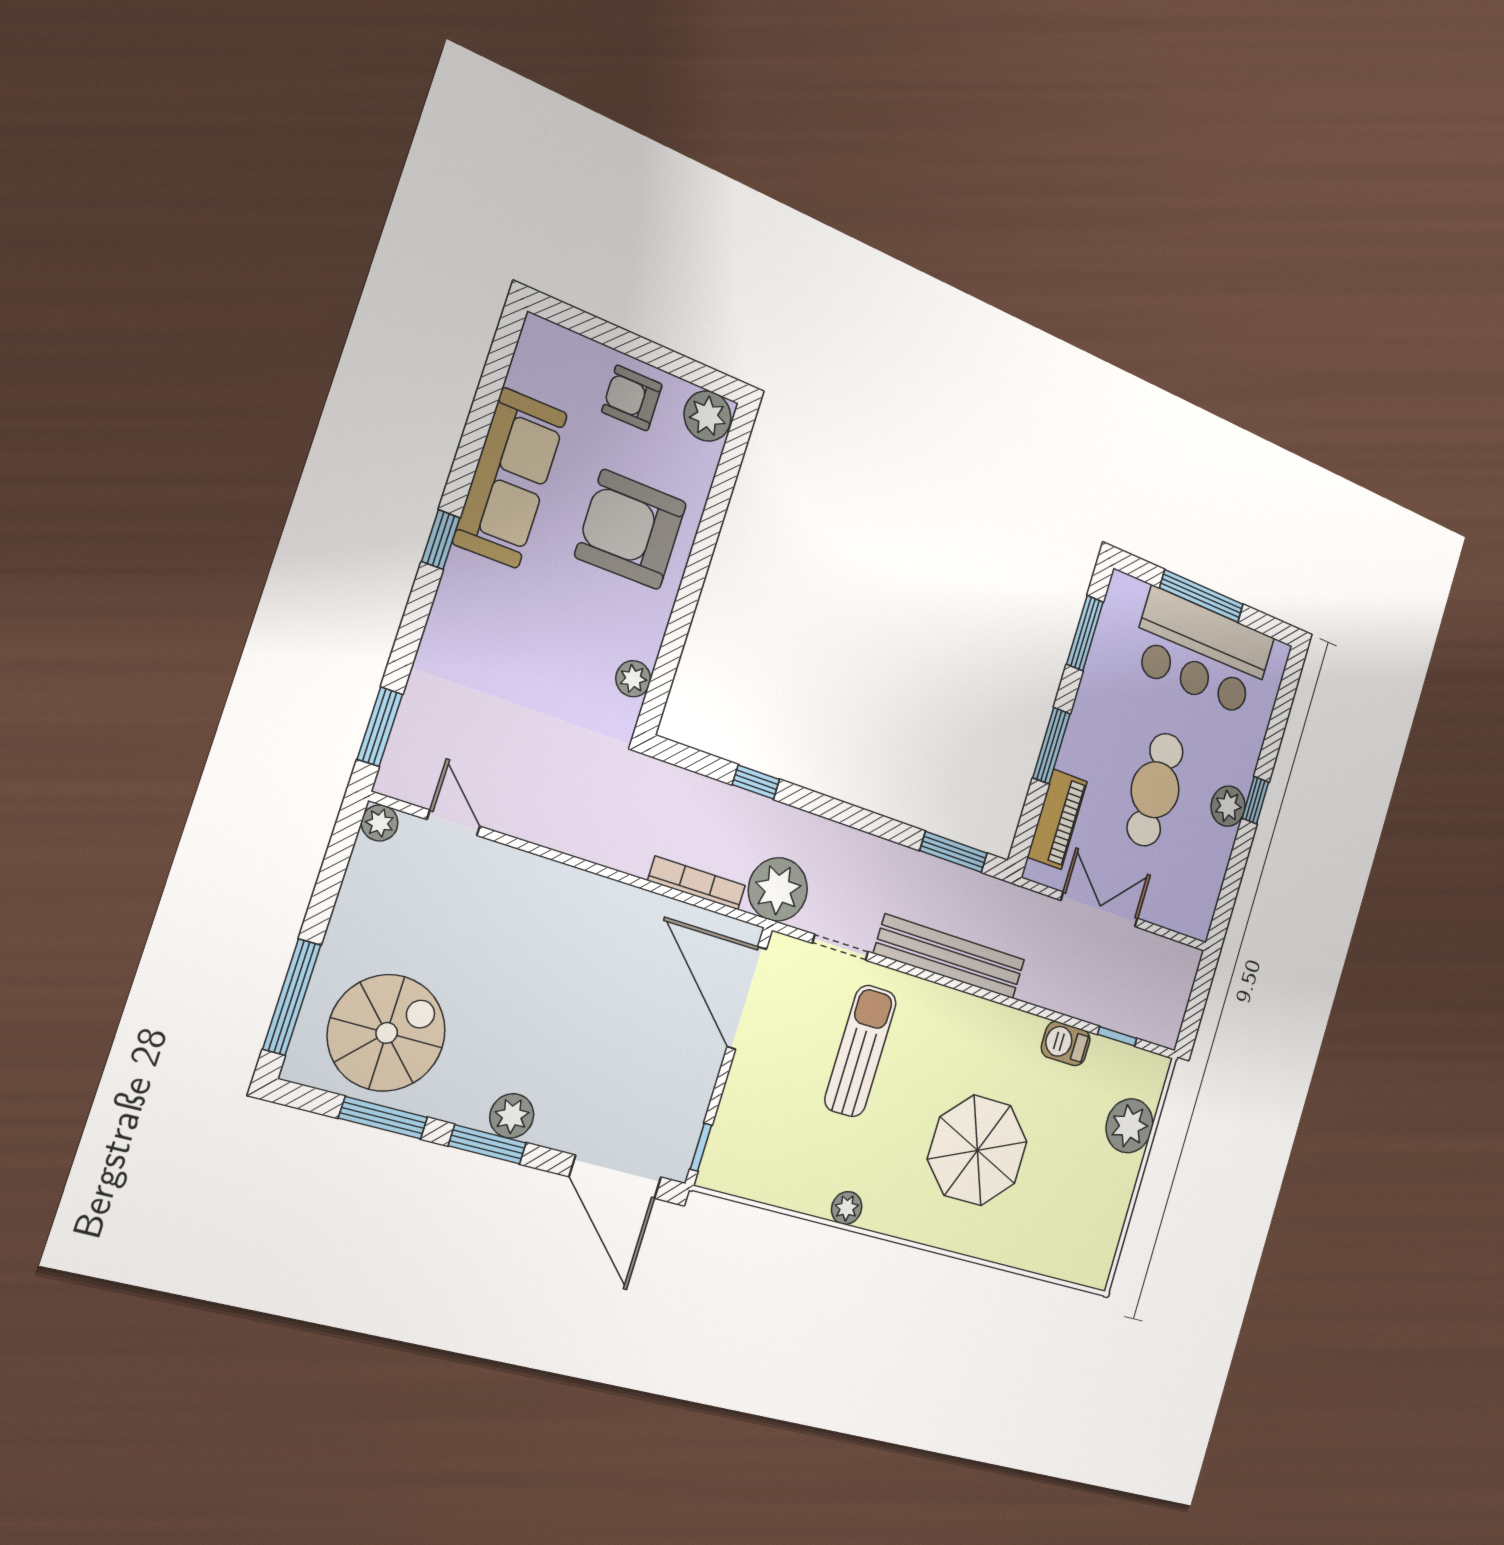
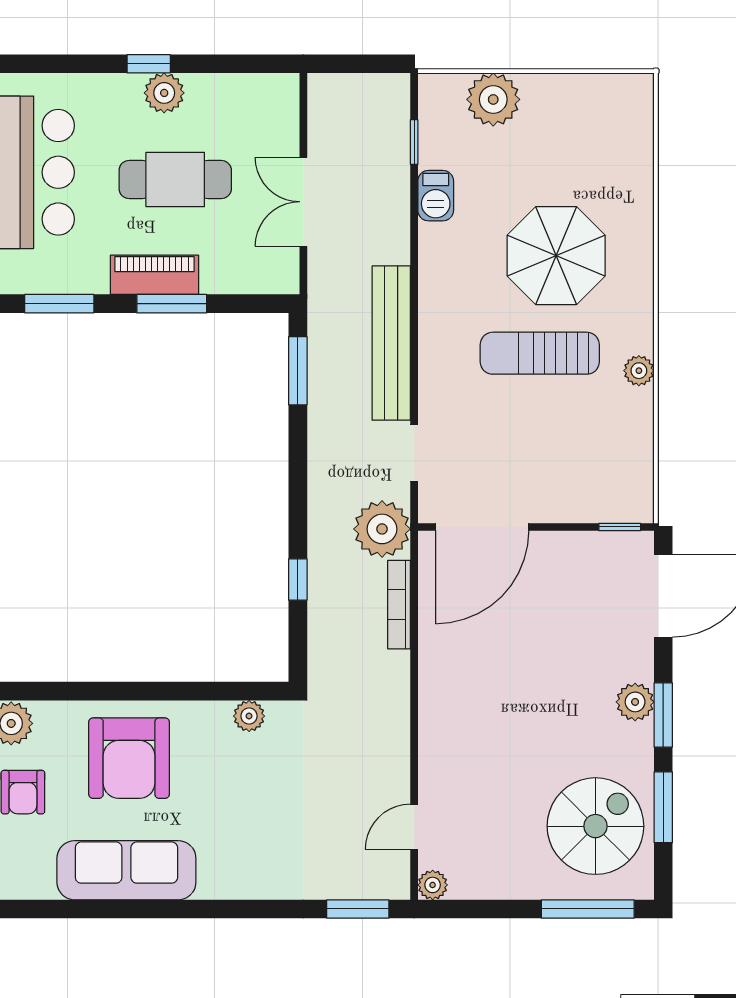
window: (441, 540) -> (196, 909), removed
piano: (1057, 819) -> (154, 275), moved
spiral stairs: (387, 1033) -> (595, 826), turned 90
sun lounger: (860, 1051) -> (540, 353), moved

